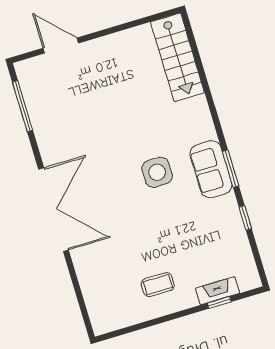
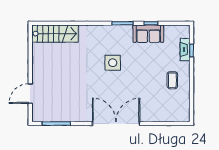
sofa: (211, 169) -> (148, 34), moved

